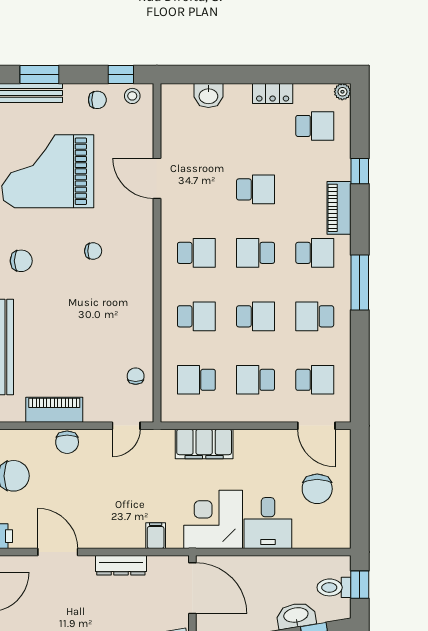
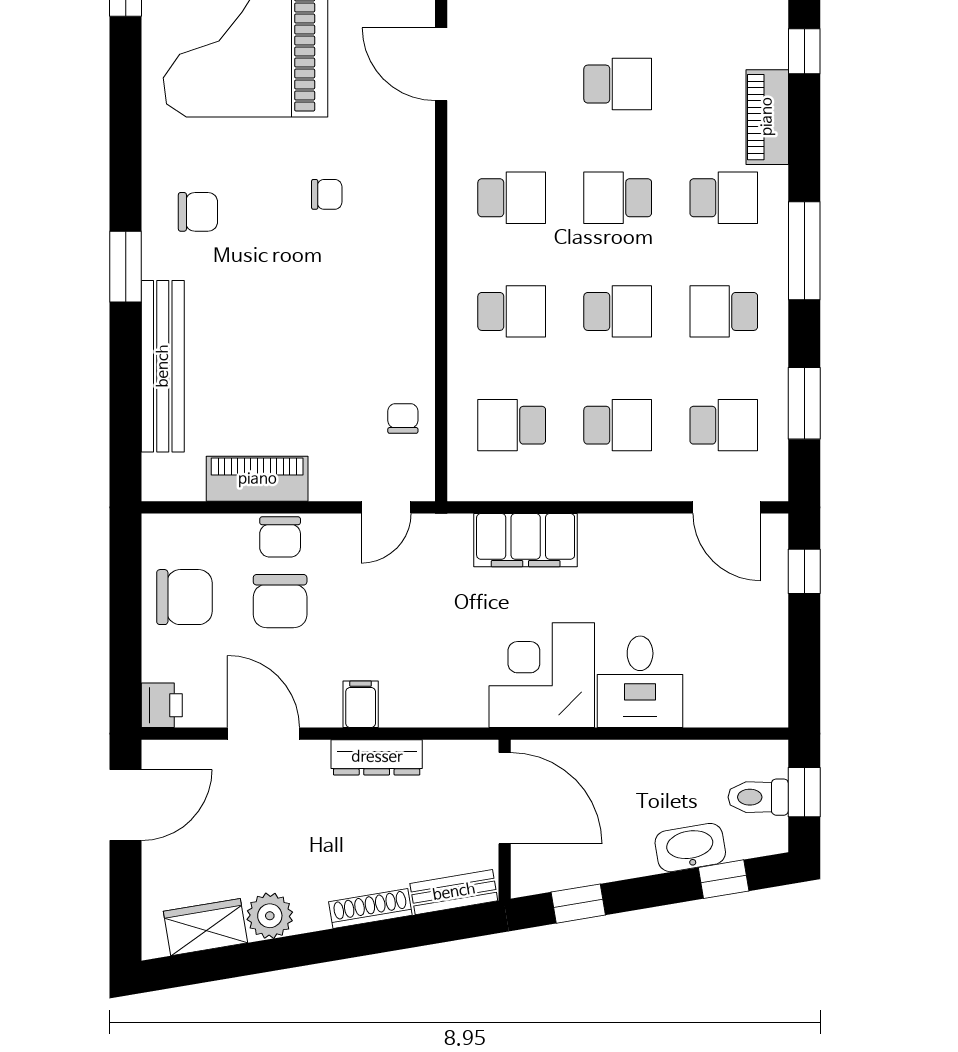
window: (360, 368) -> (804, 403), added
school desk: (256, 380) -> (618, 425), turned 180
window: (360, 461) -> (804, 571), added
chair: (317, 489) -> (280, 601), moved
filing cabinet: (156, 536) -> (361, 704), moved

